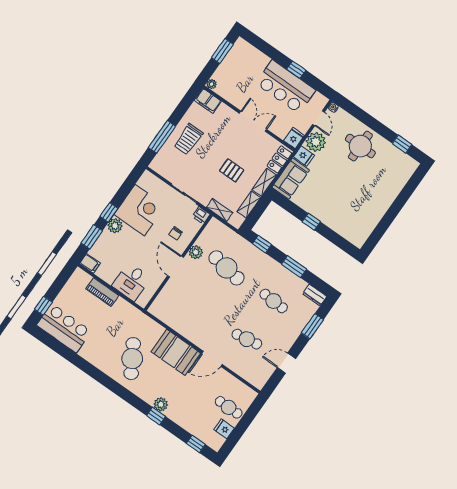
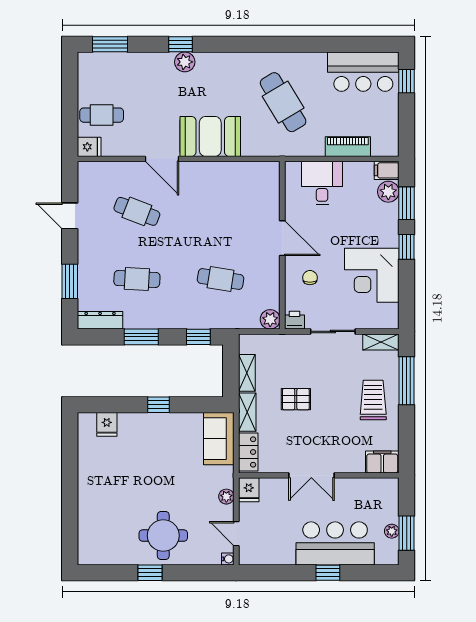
window: (296, 70) -> (328, 573), moved
plant: (212, 84) -> (392, 531), moved
bar counter: (286, 87) -> (335, 543), moved
plant: (316, 142) -> (226, 497), width x0.53, depth x0.53
window: (402, 144) -> (150, 573), moved
fridge: (304, 156) -> (107, 424), moved, turned -90
shelving: (220, 210) -> (381, 342), moved
plant: (115, 226) -> (388, 192), moved
plant: (196, 252) -> (270, 319), moved
cafe table: (227, 268) -> (221, 279), width x0.73, depth x0.74
dresser: (315, 295) -> (100, 320), width x1.44
cafe table: (247, 339) -> (137, 211), turned 30
cafe table: (132, 359) -> (283, 102), moved
door: (212, 359) -> (162, 159), swing flipped
door: (286, 363) -> (70, 216), swing flipped
fridge: (224, 429) -> (89, 147), moved
window: (196, 444) -> (110, 44), width x1.50

